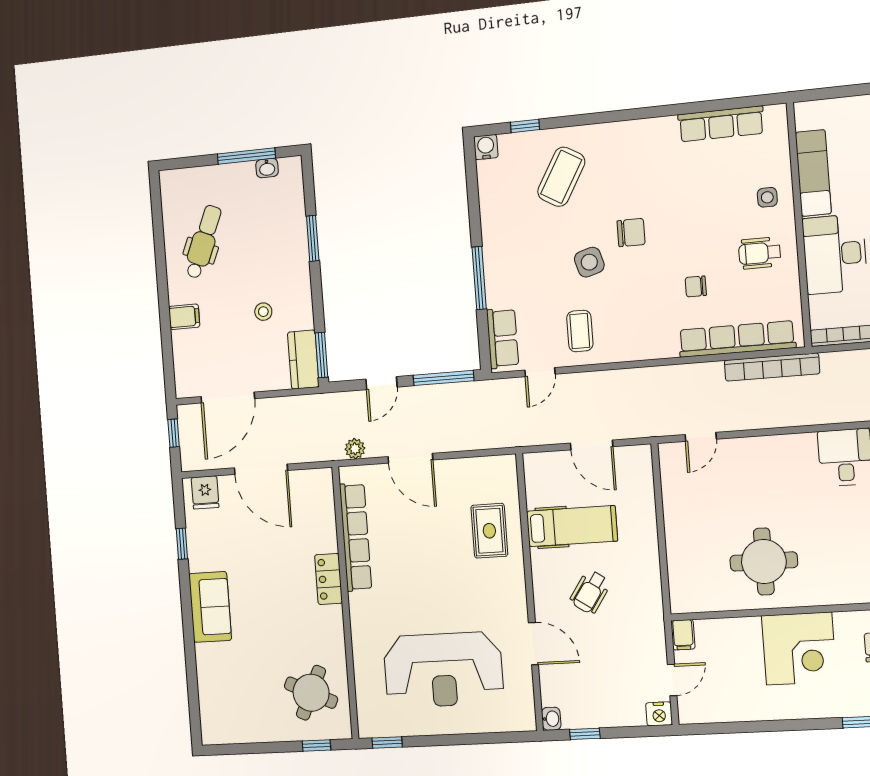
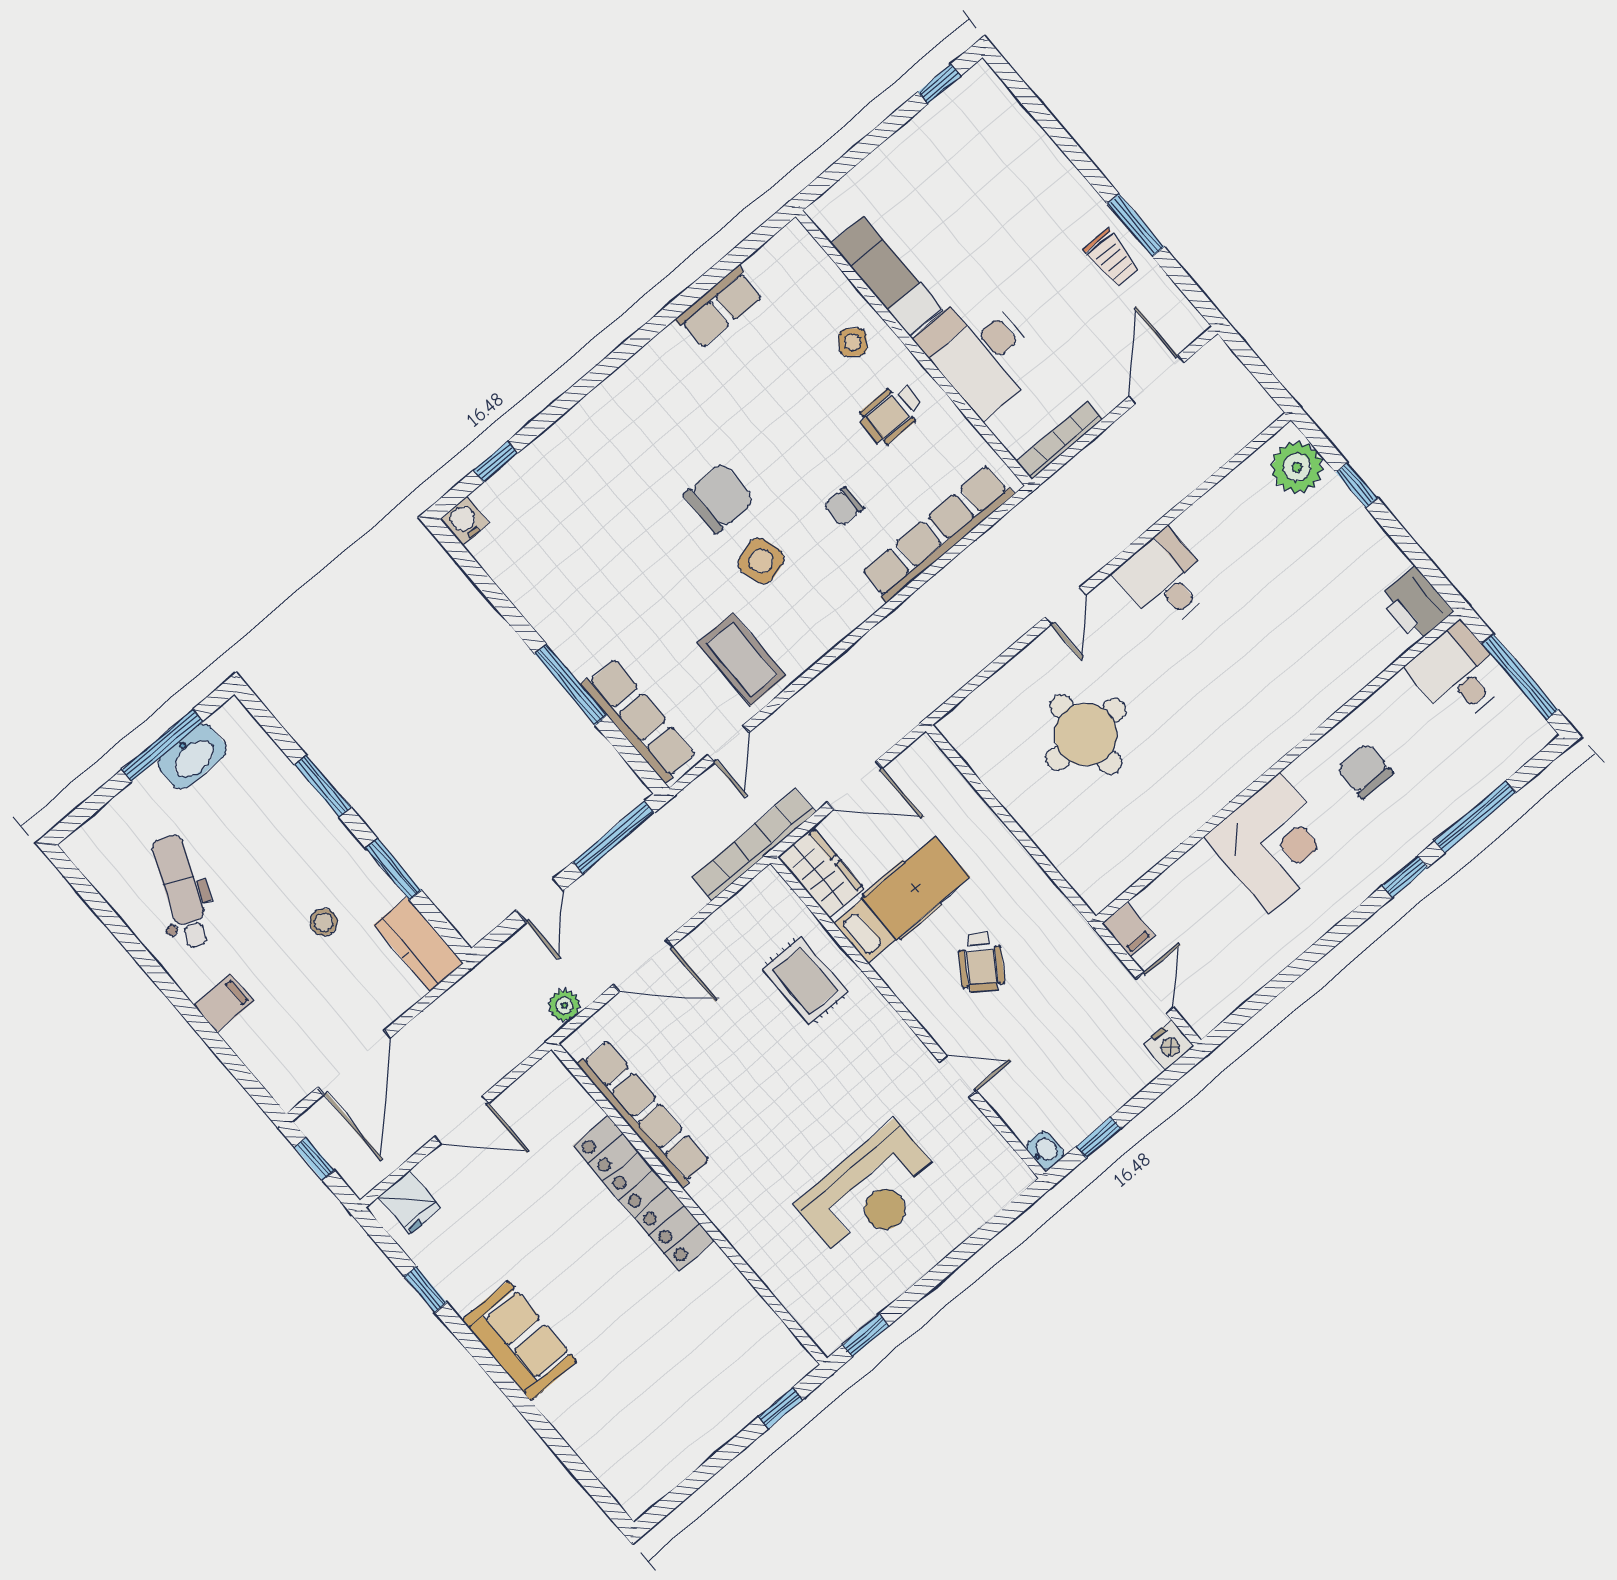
row of seats: (721, 124) -> (719, 307), width x0.68
washbasin: (267, 168) -> (192, 757), width x1.91, depth x1.45
coffee table: (561, 177) -> (585, 491), removed
side table: (767, 197) -> (853, 342), turned 37
chair: (631, 233) -> (719, 498), width x1.37, depth x1.37
side table: (589, 262) -> (761, 561), moved
coffee table: (580, 331) -> (742, 659), width x1.36, depth x1.30
row of seats: (503, 338) -> (639, 720), width x1.48
window: (321, 355) -> (394, 869), moved
bookcase: (772, 367) -> (754, 845), moved, turned 180
door: (701, 437) -> (1065, 606), moved
door: (261, 469) -> (462, 1120), width x0.73
wardrobe: (539, 479) -> (821, 873), added
round table: (764, 561) -> (1086, 734), moved
locker: (329, 579) -> (644, 1193), width x2.16, depth x1.21
door: (533, 644) -> (958, 1076), width x0.73
reception desk: (443, 670) -> (871, 1193), width x0.74, depth x0.77
round table: (311, 693) -> (726, 1348), removed

